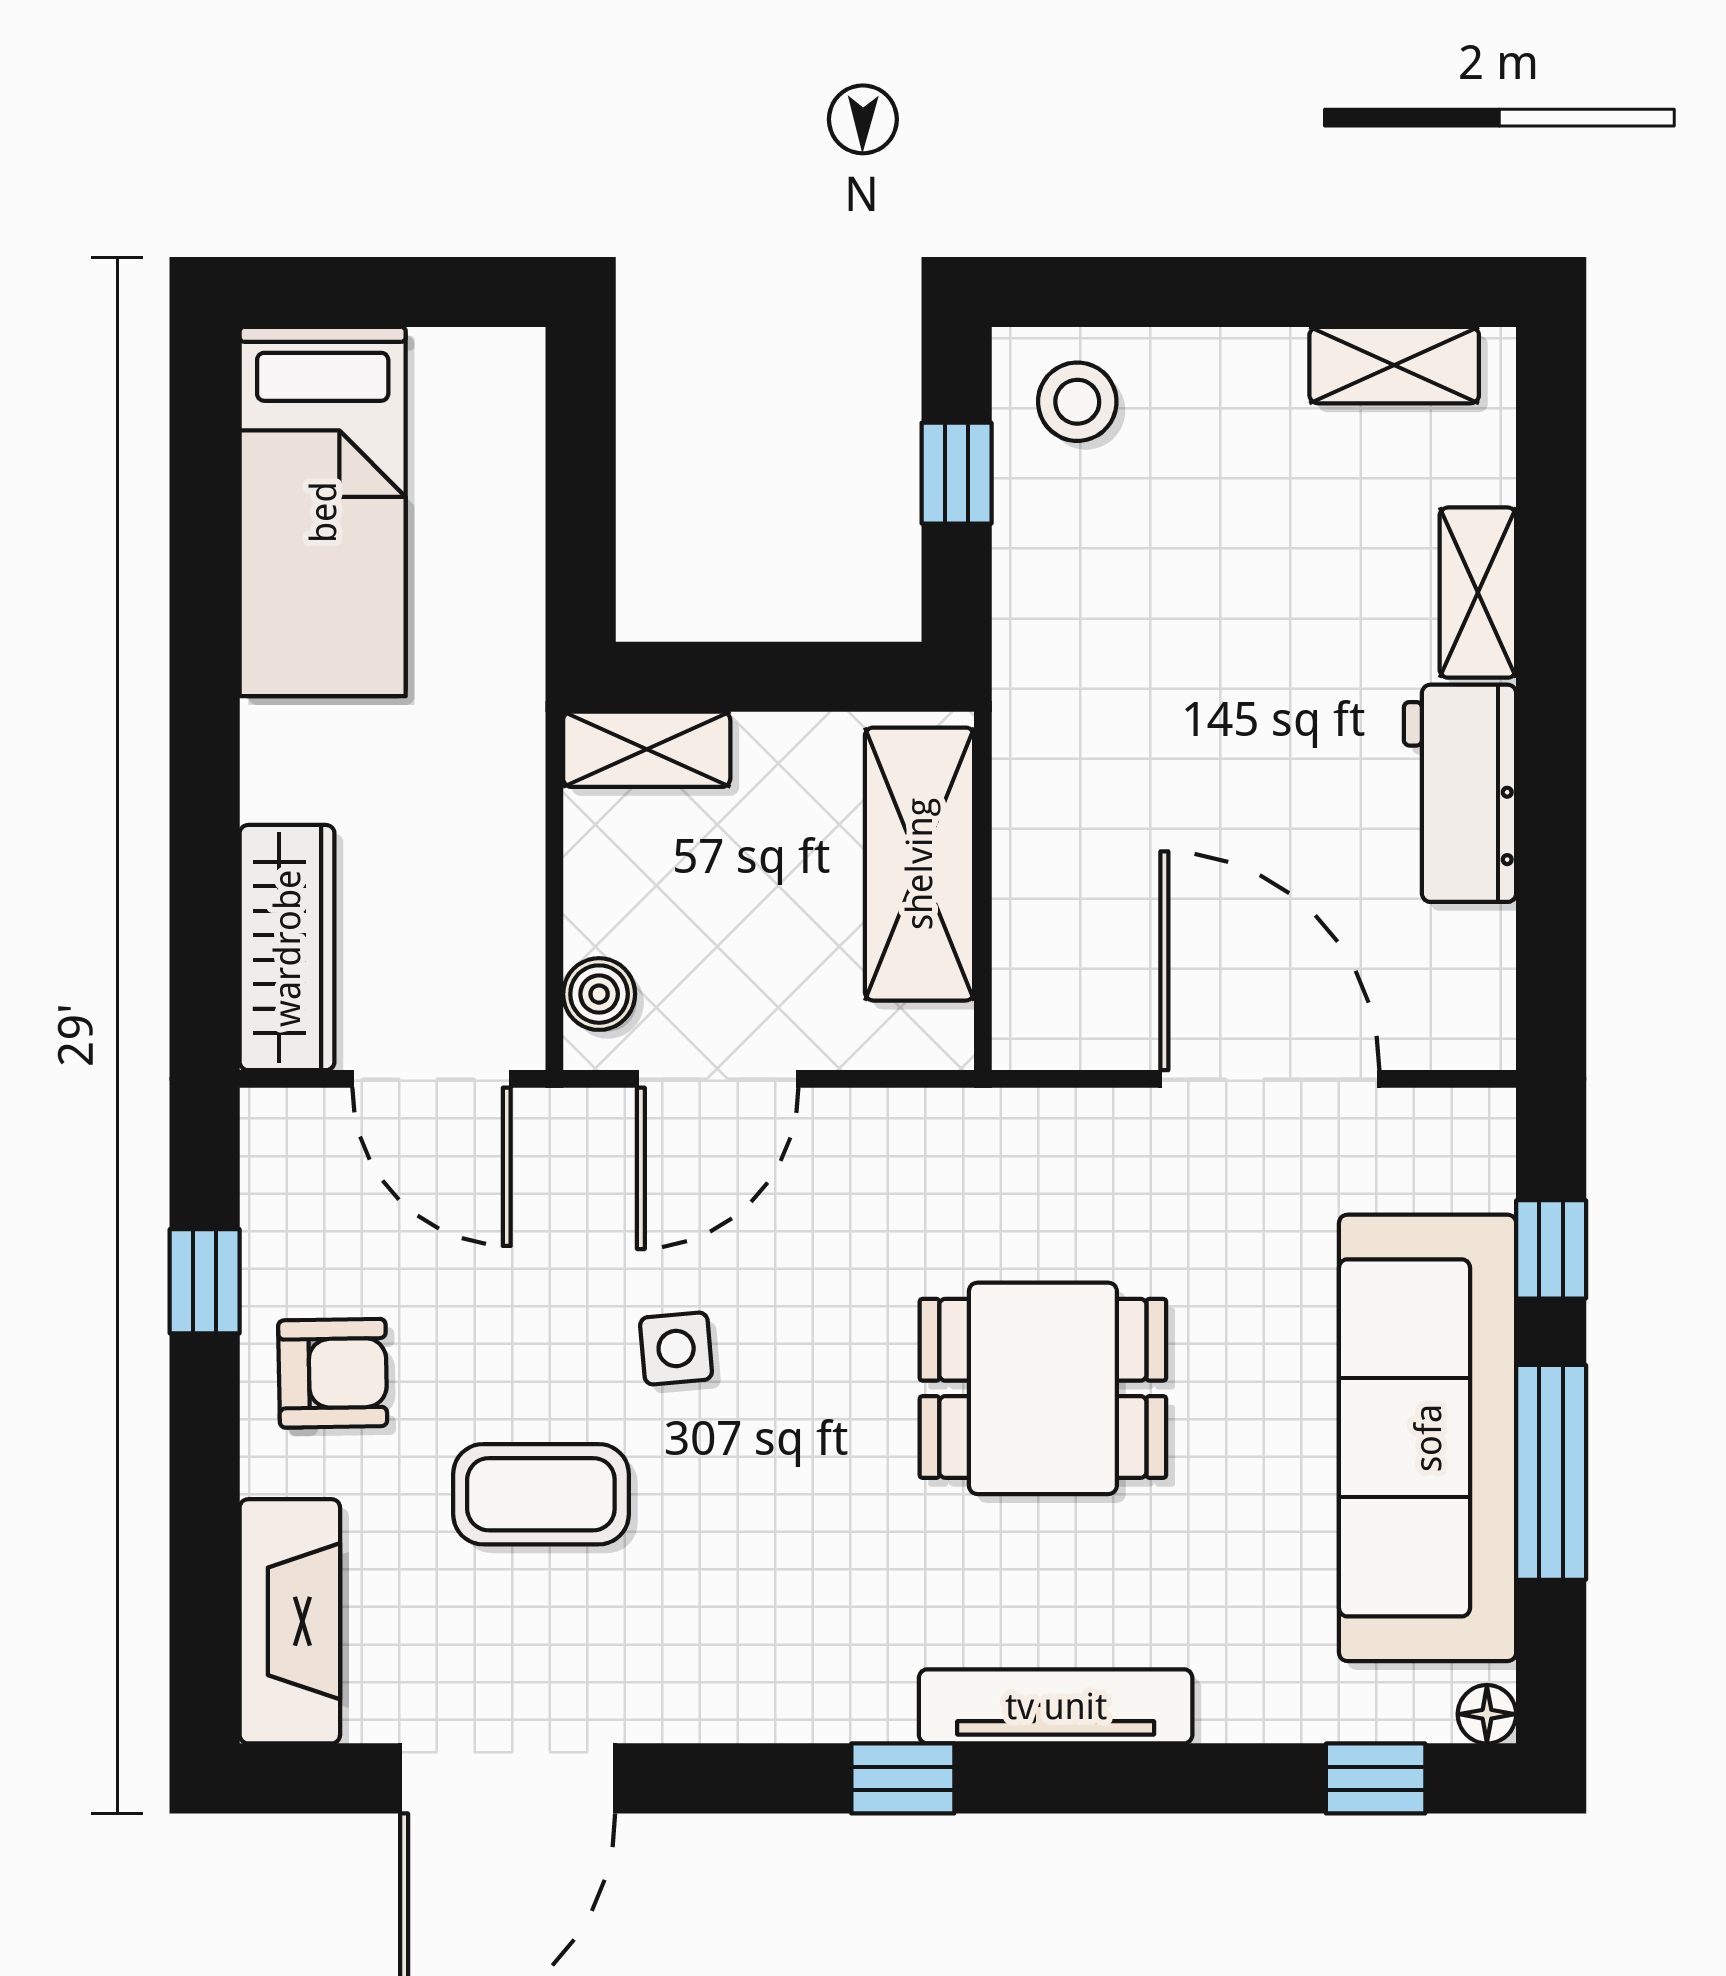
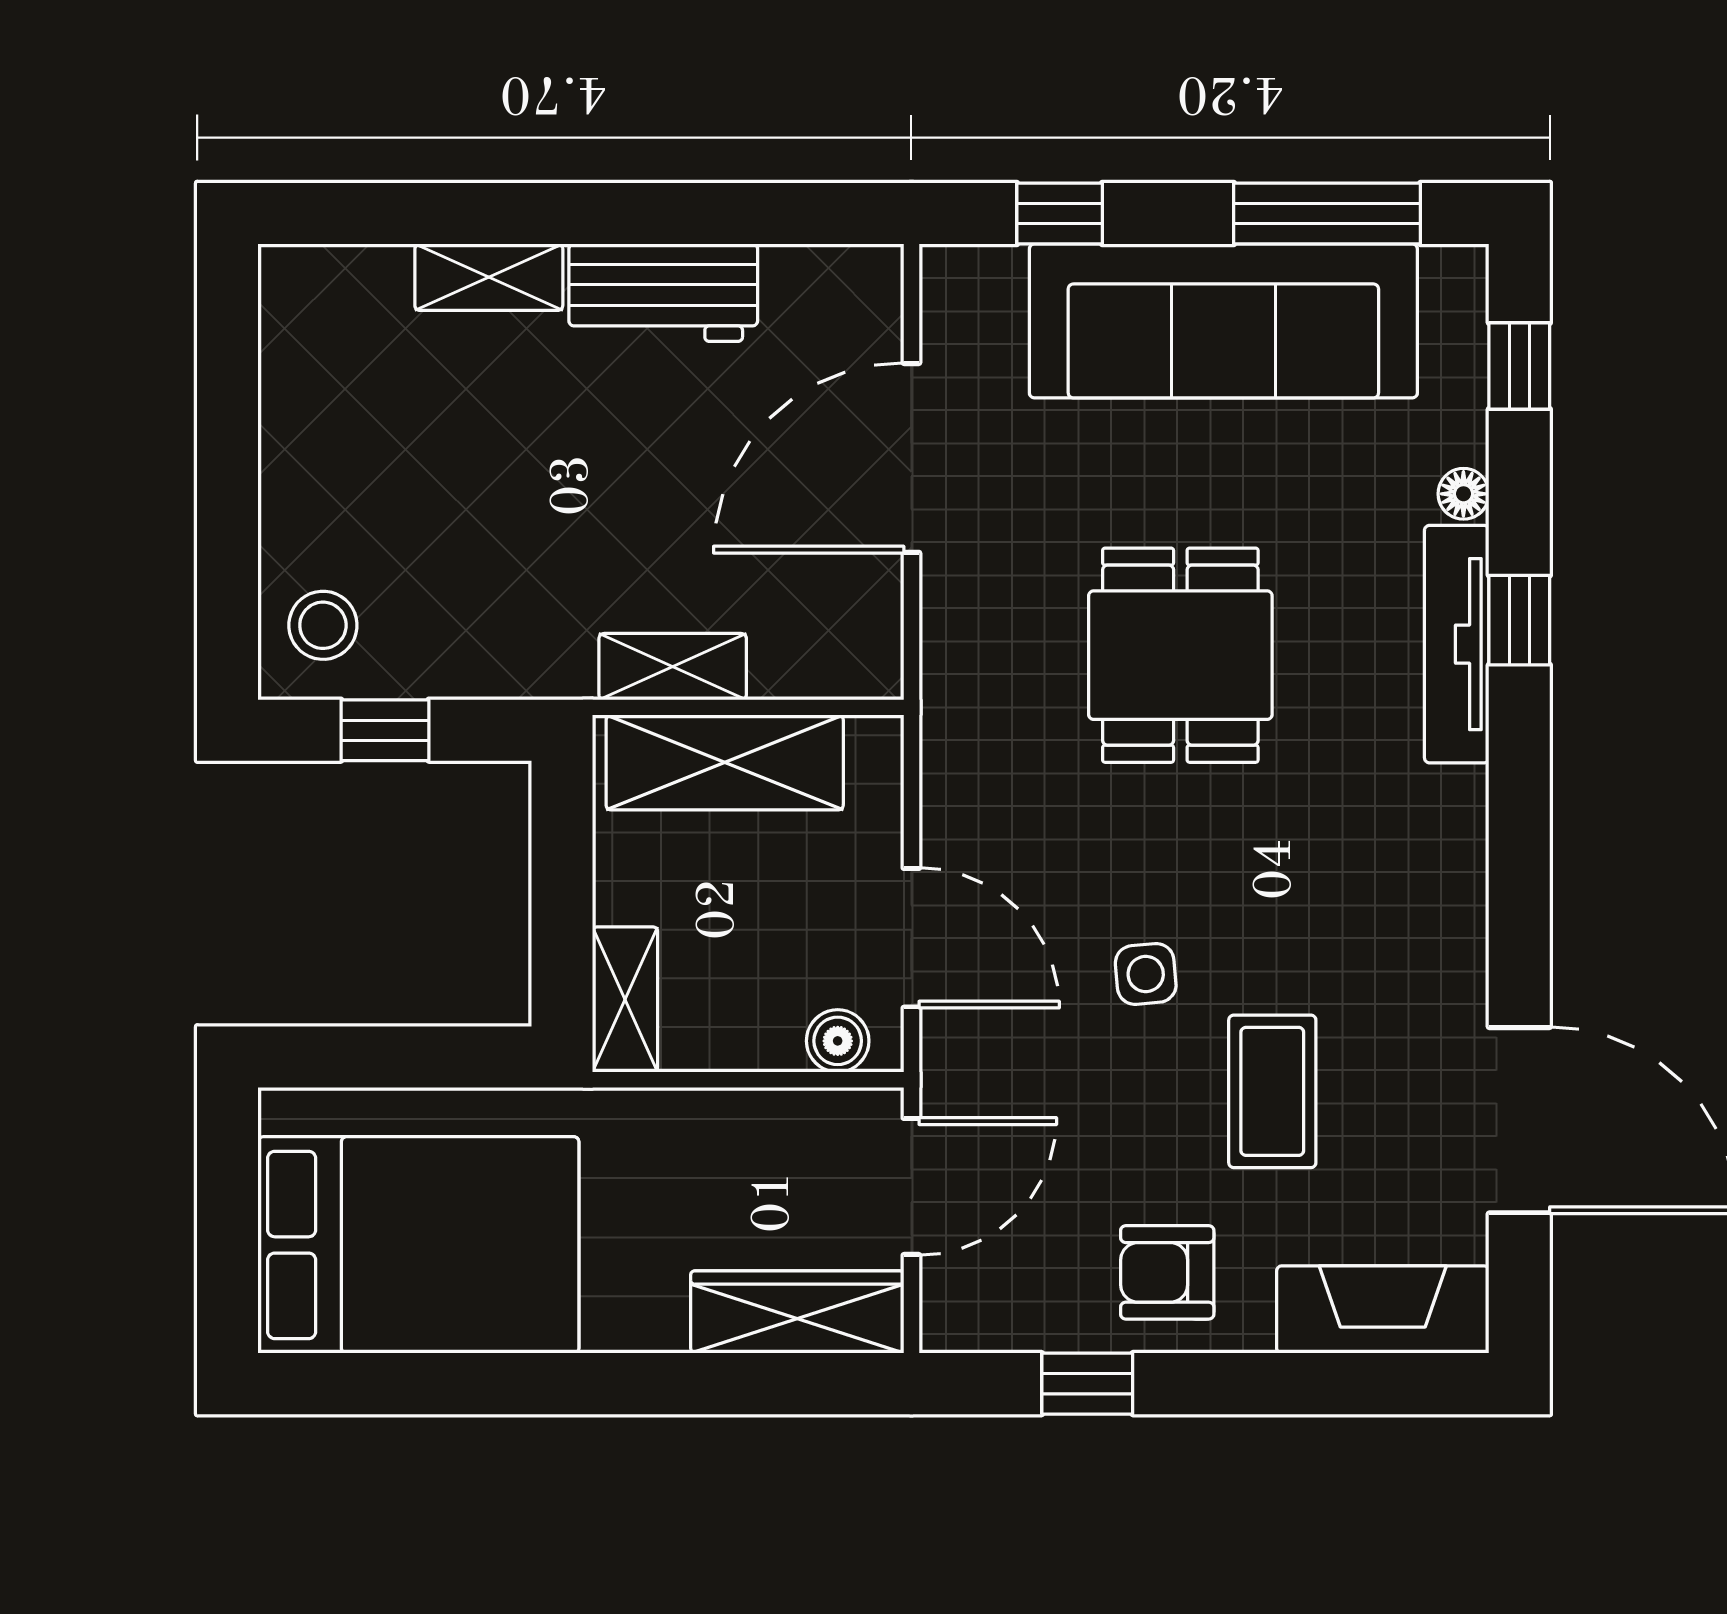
shelving: (1394, 365) -> (673, 667), moved, turned 90
bed: (323, 512) -> (418, 1245), width x1.50
armchair: (333, 1373) -> (1167, 1272), turned -89
window: (1551, 1472) -> (1327, 214), moved
floor lamp: (1487, 1714) -> (1463, 494), moved
window: (903, 1778) -> (1519, 620), moved

